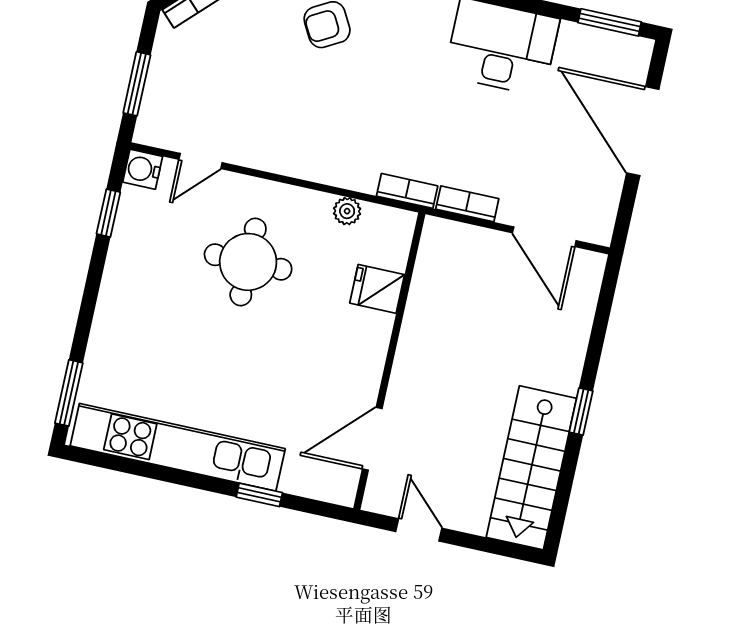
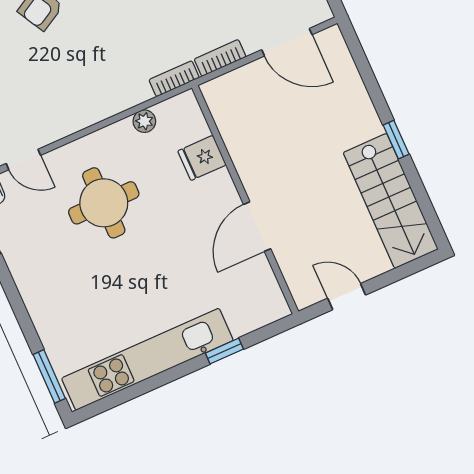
door: (201, 161) -> (23, 159), hinge flipped
door: (372, 439) -> (257, 227), moved

